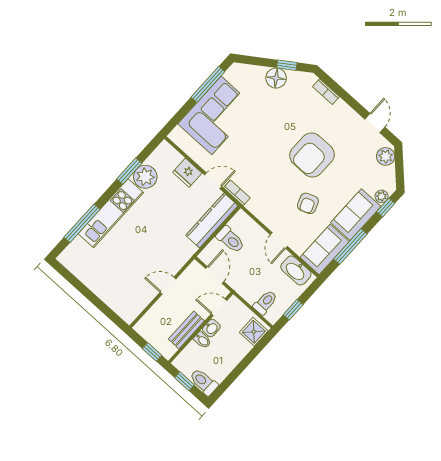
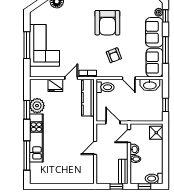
window: (208, 84) -> (27, 45), moved
armchair: (308, 203) -> (114, 55), moved
toilet: (230, 240) -> (105, 87), moved
toilet: (265, 302) -> (149, 114), removed
bench: (186, 330) -> (123, 172), moved

